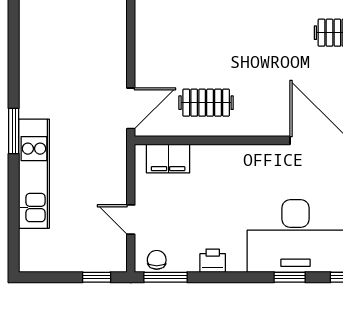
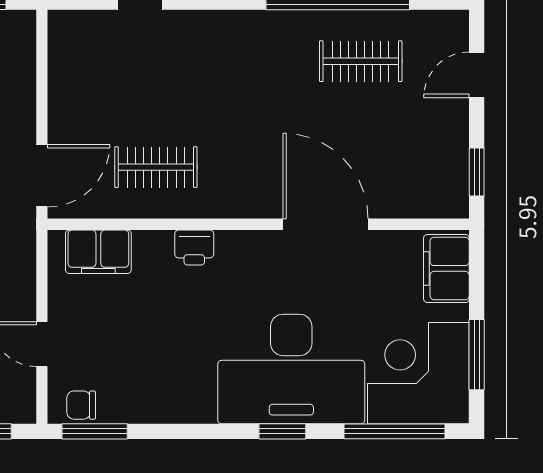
chair: (157, 260) -> (81, 405), turned -90
printer: (213, 261) -> (194, 247), moved, turned 180

